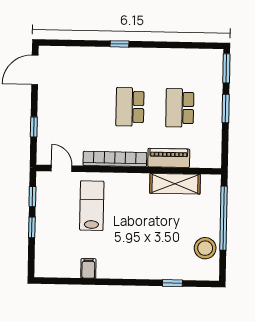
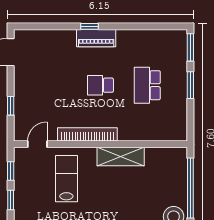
school desk: (130, 107) -> (100, 85), width x0.54
piano: (169, 158) -> (96, 38), moved, turned 180
door: (62, 168) -> (37, 144), hinge flipped
shelving: (175, 184) -> (121, 157), moved

